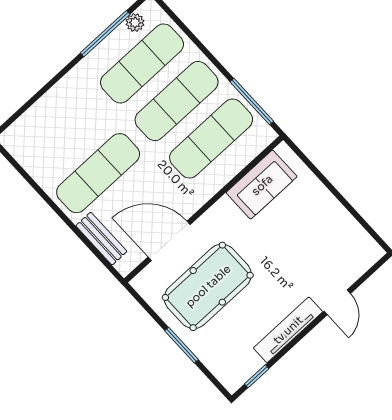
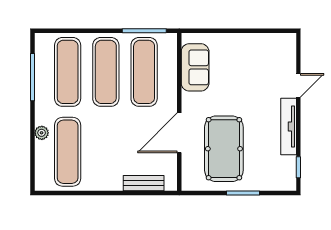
plant: (135, 23) -> (42, 133), moved
exercise mat: (98, 173) -> (68, 152), moved
door: (169, 241) -> (179, 133), moved
door: (337, 302) -> (298, 85), hinge flipped

